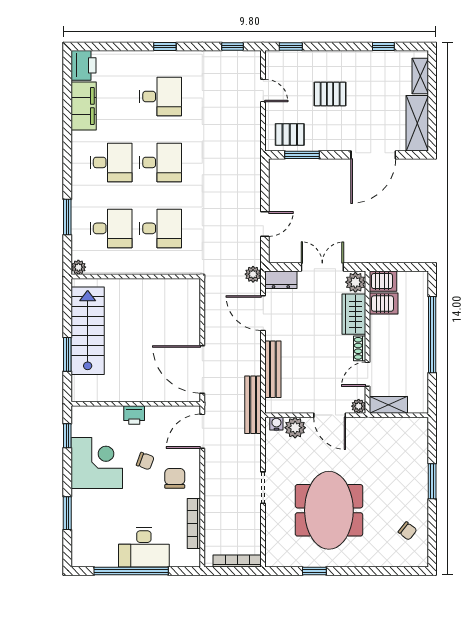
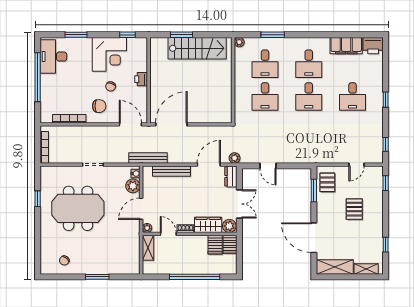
desk: (144, 547) -> (53, 57), moved

